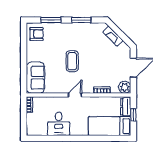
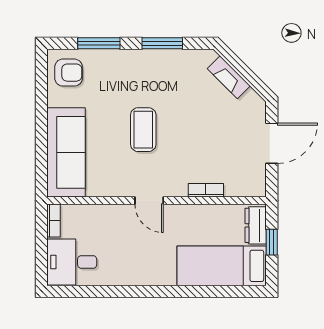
sofa: (35, 78) -> (66, 152), width x1.36
plant: (125, 87) -> (253, 184), removed
door: (75, 95) -> (149, 201), swing flipped
desk: (59, 124) -> (72, 262), moved, turned 90

